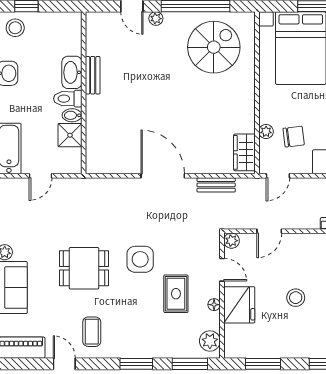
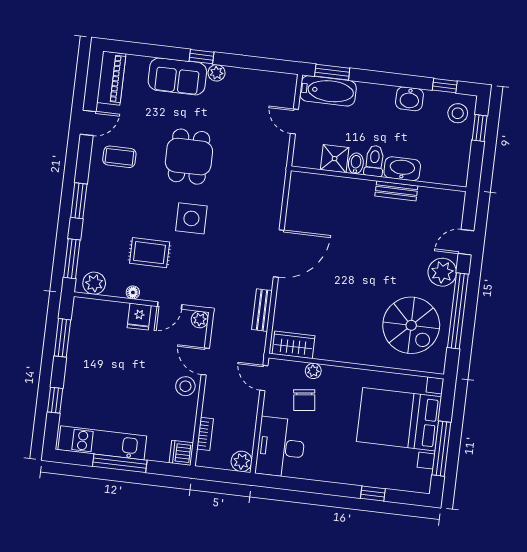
plant: (156, 19) -> (442, 272), width x1.87, depth x1.87
stool: (296, 298) -> (185, 386), moved
fridge: (239, 305) -> (139, 317), width x0.53, depth x0.75

